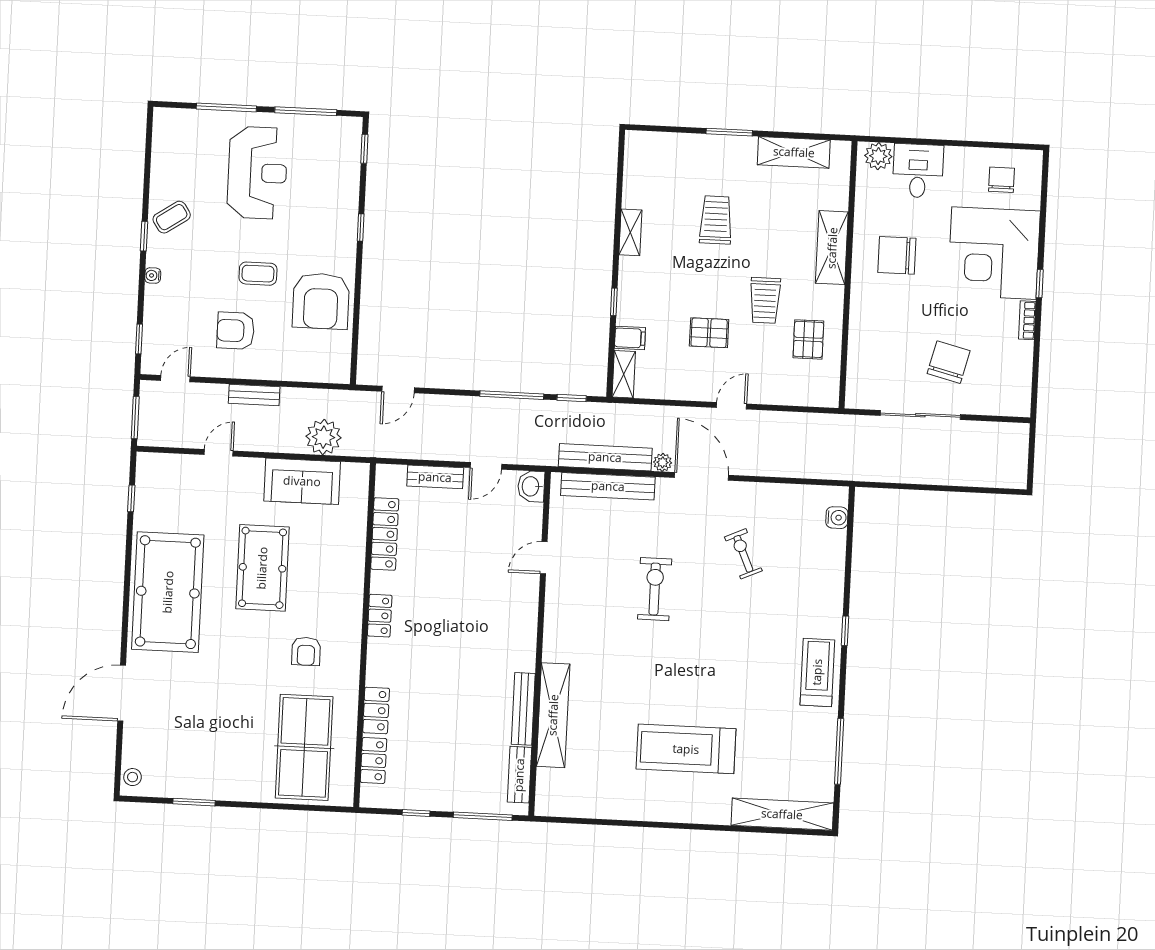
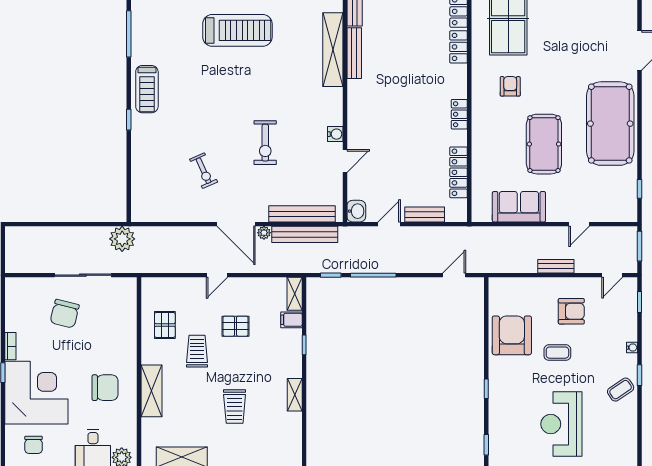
plant: (323, 437) -> (122, 239), moved
water cooler: (837, 518) -> (335, 134), moved, turned 180

